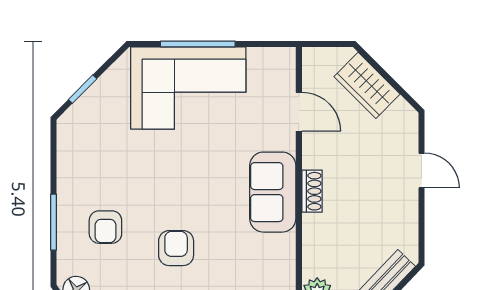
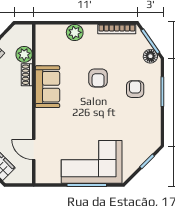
shoe rack: (312, 191) -> (27, 75), moved
sofa: (273, 192) -> (47, 87), moved

